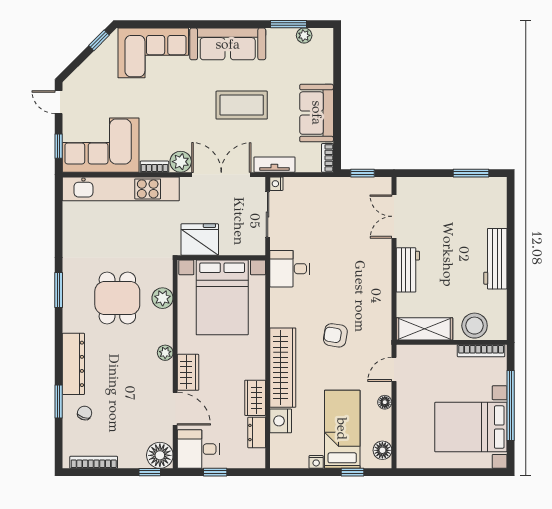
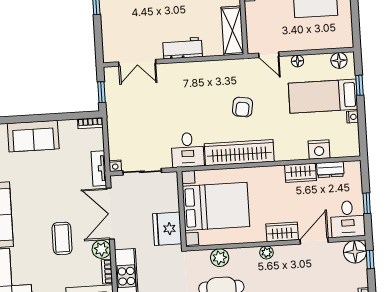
coffee table: (242, 105) -> (62, 238), moved, width x0.73, depth x0.76
sofa: (317, 113) -> (33, 136), moved
wardrobe: (283, 368) -> (239, 153), moved

